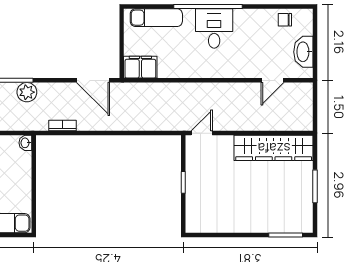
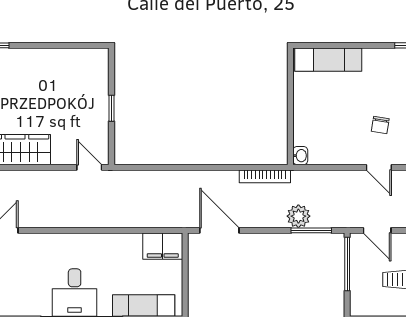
bookcase: (63, 125) -> (265, 176), width x1.56
door: (202, 133) -> (89, 167), swing flipped

